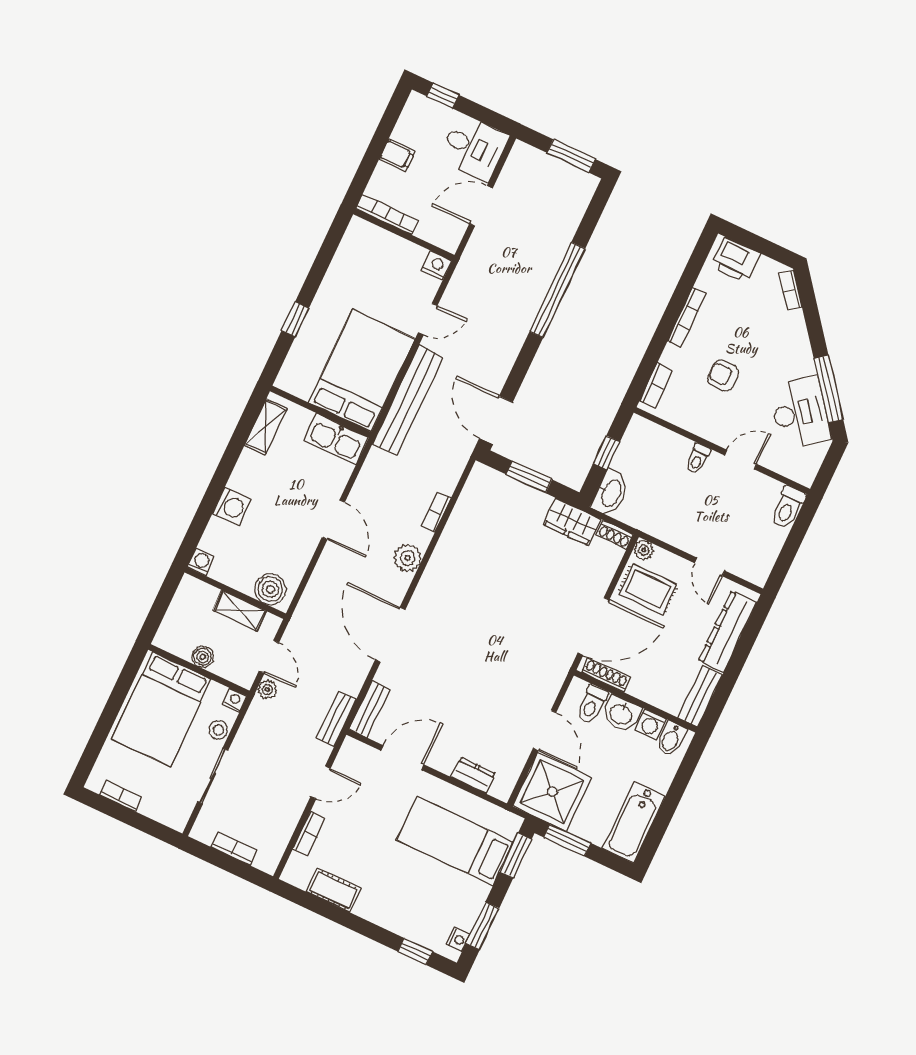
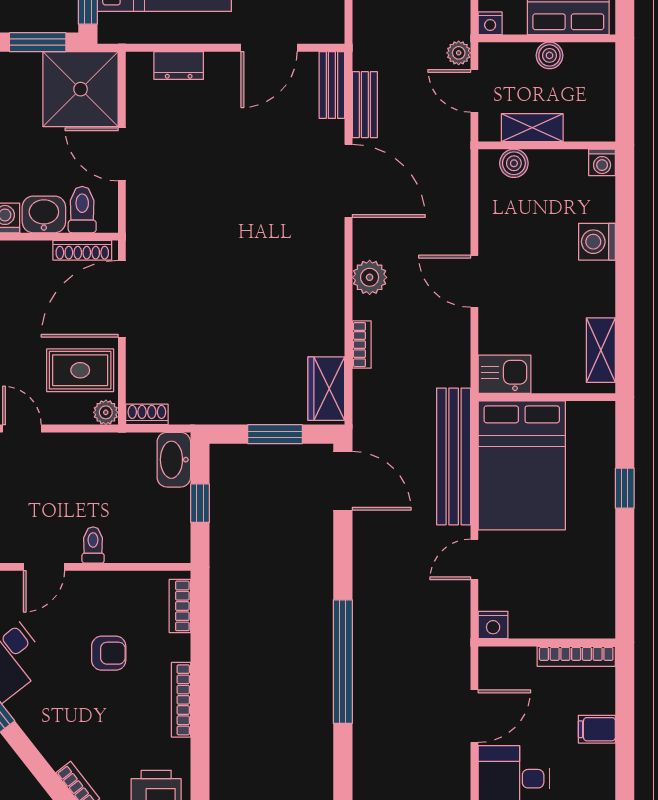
kitchen sink: (336, 439) -> (504, 374), width x0.73
wardrobe: (572, 522) -> (326, 389), moved, turned -90
boiler: (270, 589) -> (514, 163), width x0.73, depth x0.73
bench: (336, 719) -> (365, 105), moved

